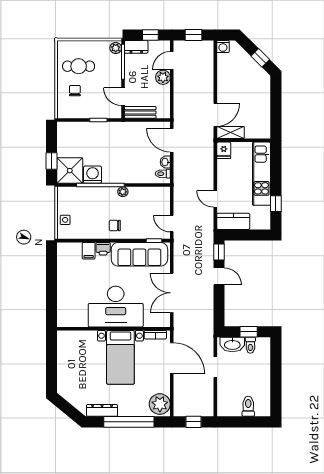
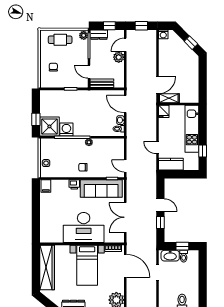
cafe table: (79, 66) -> (60, 40), moved
filing cabinet: (89, 251) -> (46, 186), moved
window: (219, 252) -> (160, 222), moved
wardrobe: (67, 360) -> (47, 267), added

